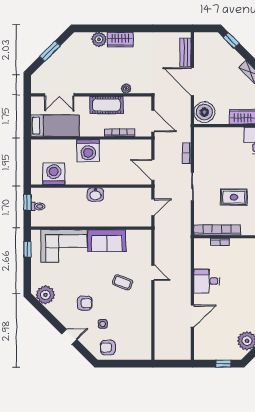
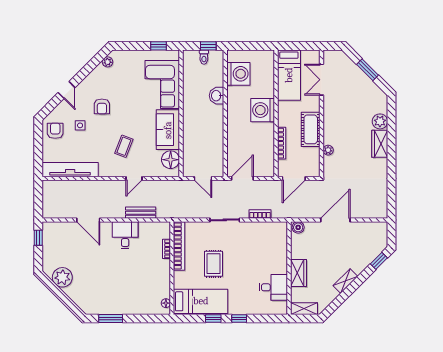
bench: (186, 52) -> (141, 213), moved
boiler: (204, 112) -> (298, 227), width x0.54, depth x0.54
washbasin: (95, 194) -> (217, 96), moved
floor lamp: (135, 238) -> (171, 160), added
plant: (45, 295) -> (108, 62), width x0.53, depth x0.53
tv unit: (145, 333) -> (70, 170), added
window: (223, 364) -> (38, 238), moved

